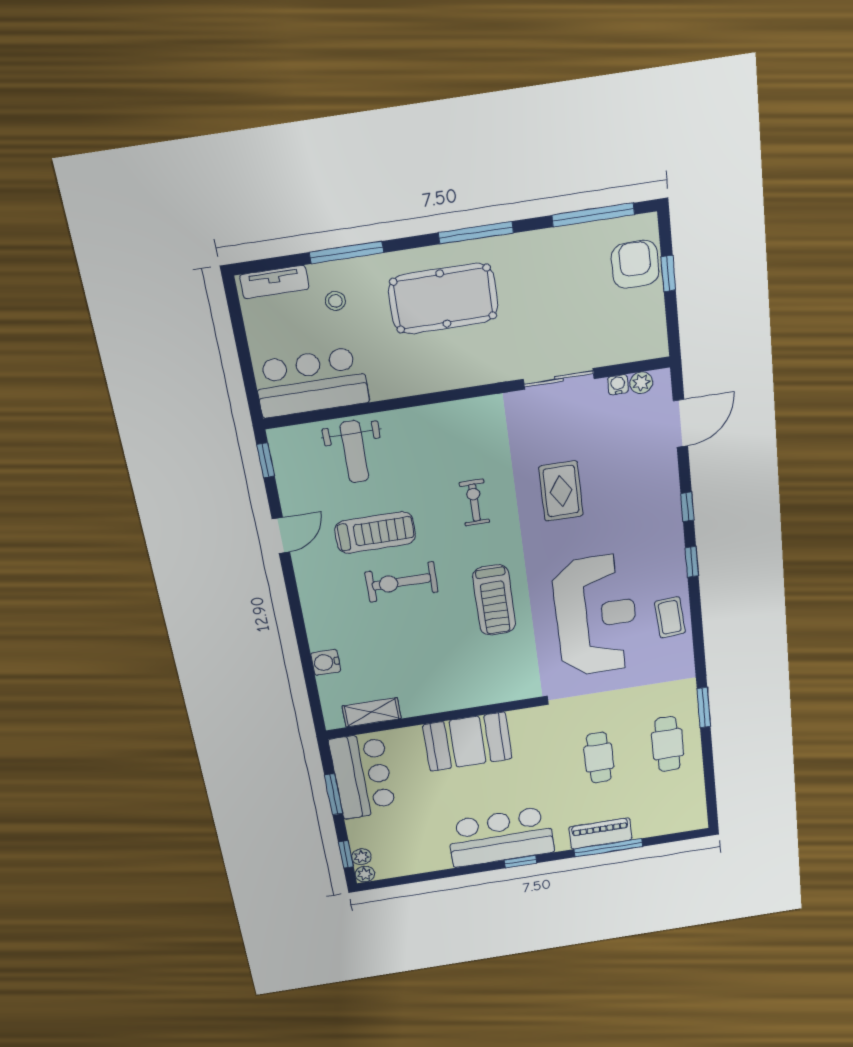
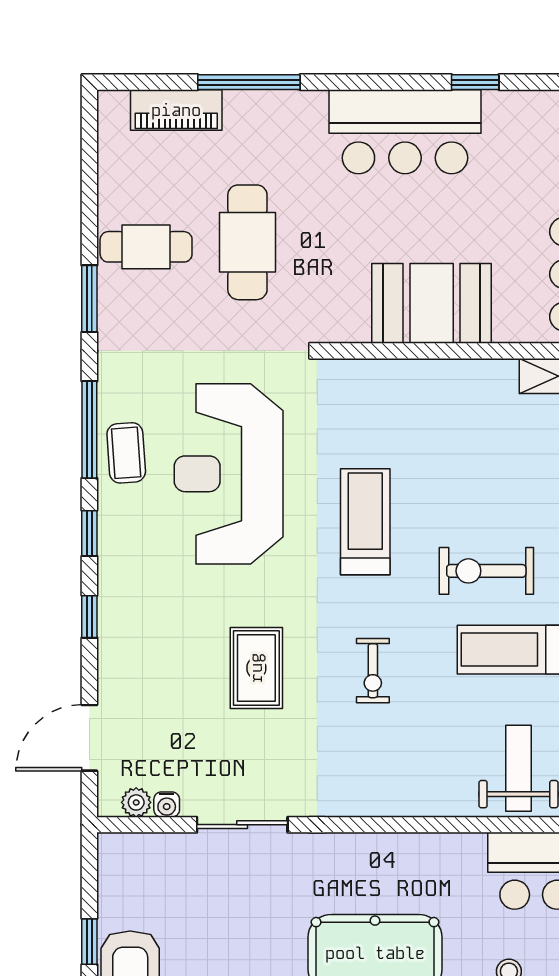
exercise bike: (402, 582) -> (486, 571), turned 180
window: (697, 628) -> (89, 430), added
cafe table: (668, 744) -> (146, 247), turned 90
cafe table: (599, 758) -> (247, 242), width x1.37, depth x1.35
piano: (600, 833) -> (176, 110), moved
window: (521, 862) -> (475, 82), moved

